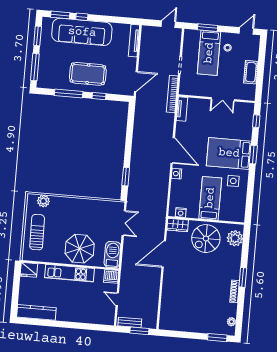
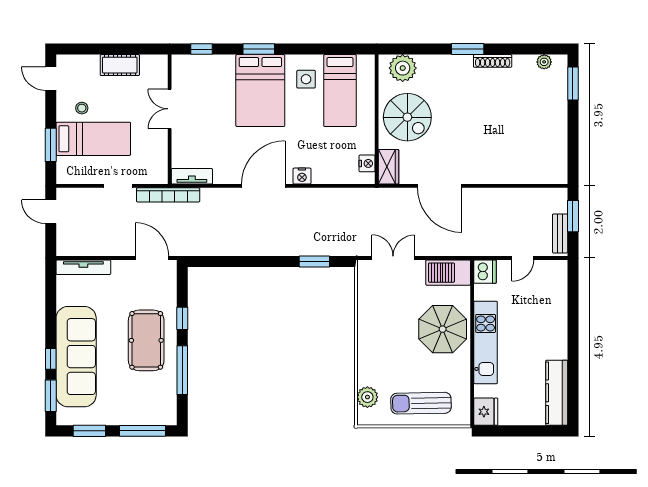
double door: (223, 99) -> (170, 109), swing flipped
bed: (210, 198) -> (340, 91), moved, turned -90

